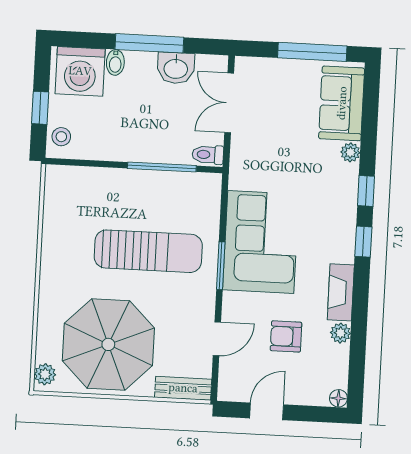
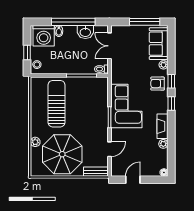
window: (149, 43) -> (73, 22), width x1.46
sun lounger: (148, 251) -> (57, 104), moved, turned -90
armchair: (286, 336) -> (158, 84), moved
plant: (45, 374) -> (35, 142), moved

